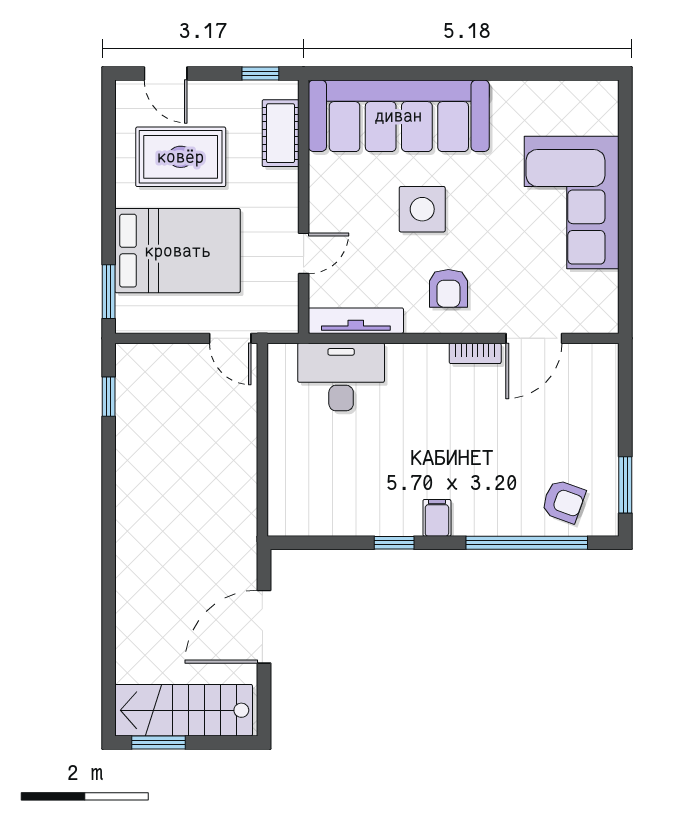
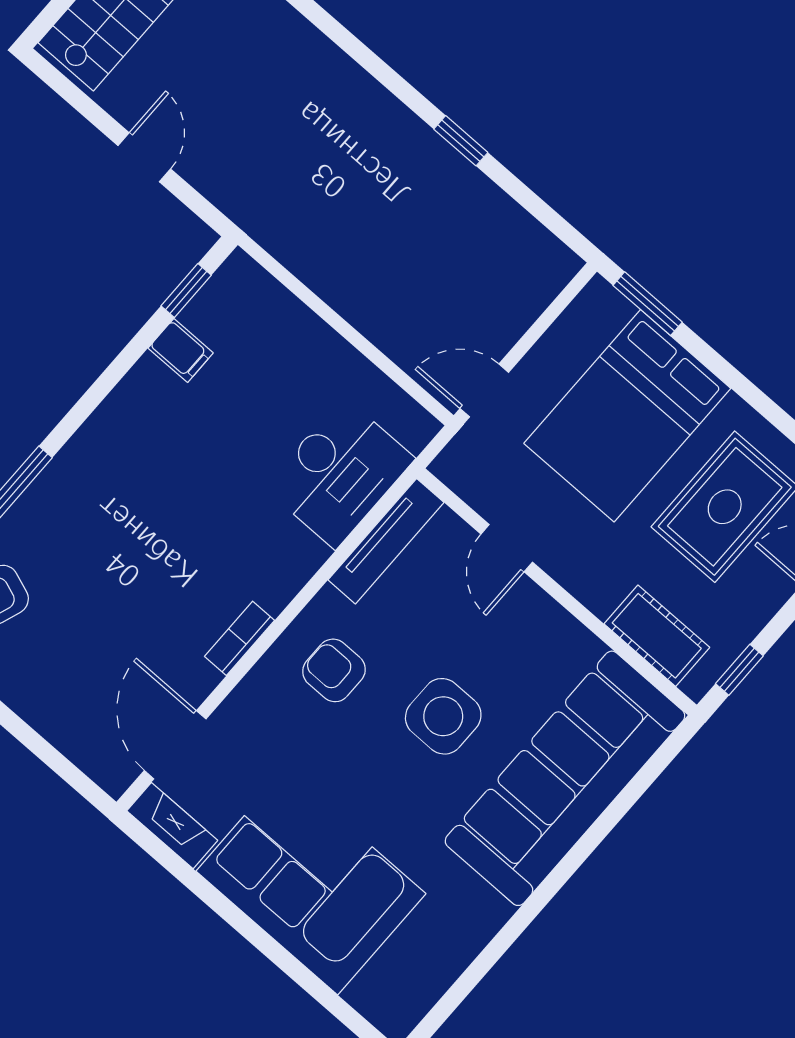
fireplace: (606, 302) -> (172, 826), added
door: (534, 338) -> (175, 745), moved
window: (109, 397) -> (461, 141), moved
filing cabinet: (437, 518) -> (181, 350), moved
window: (394, 543) -> (186, 291), moved
door: (264, 627) -> (144, 157), width x0.53

